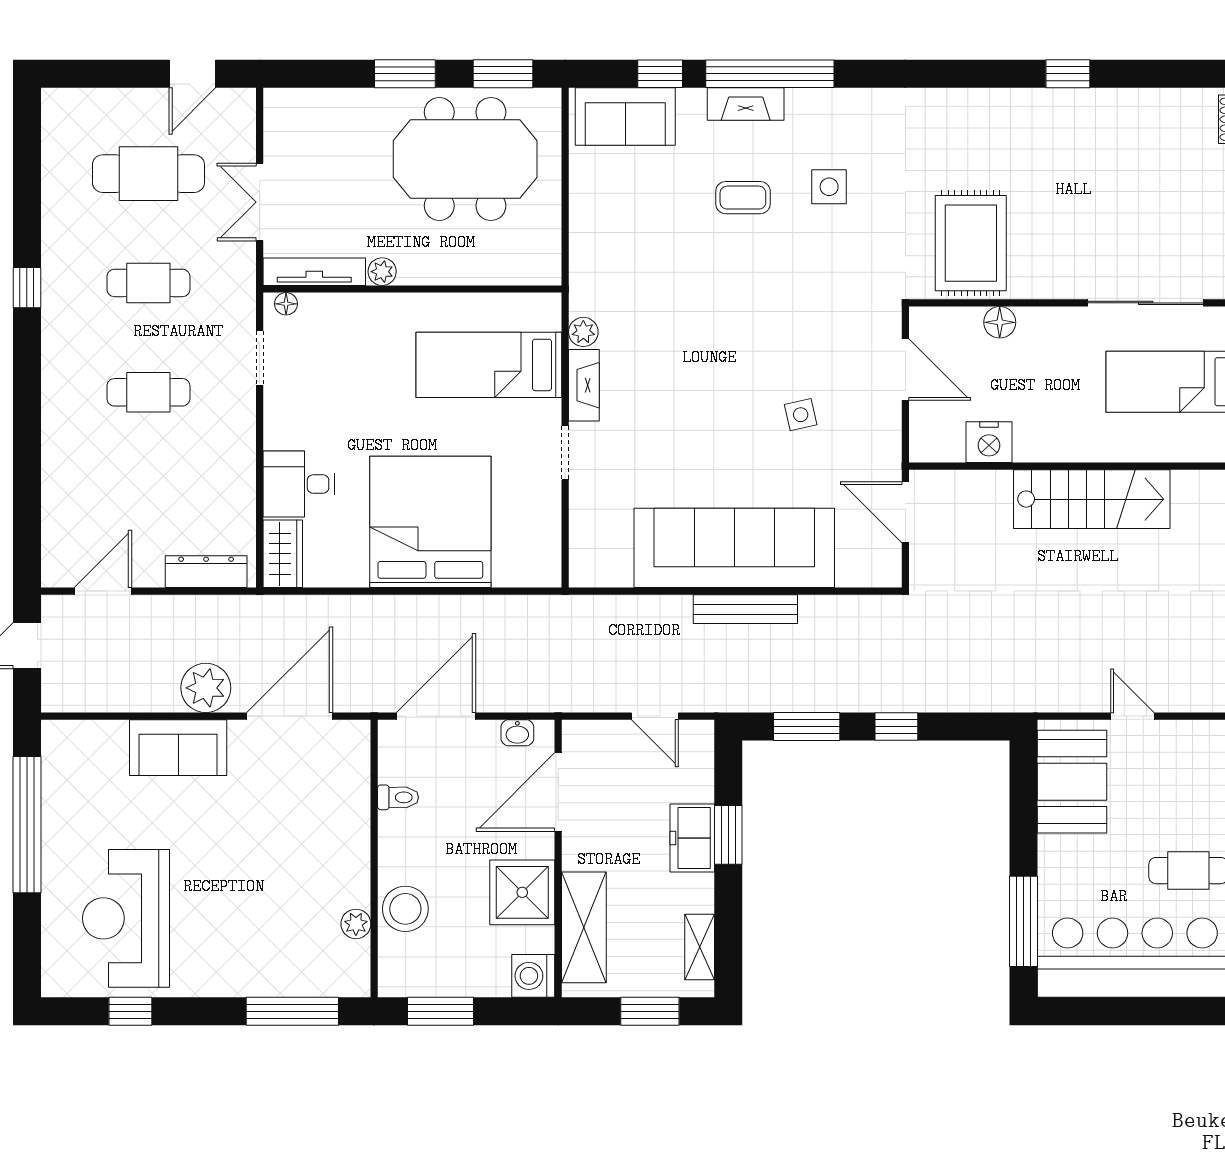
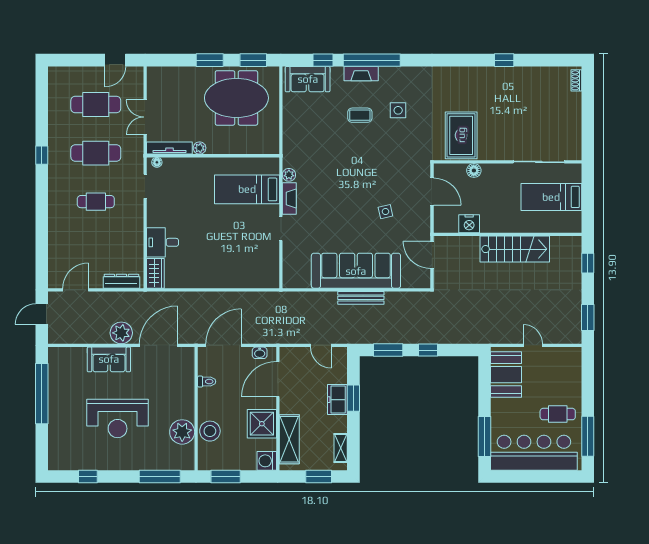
cafe table: (148, 283) -> (96, 153), width x1.37, depth x1.35
bed: (430, 522) -> (221, 259), removed
reception desk: (126, 918) -> (118, 418), moved, turned -90
plant: (356, 924) -> (182, 432), width x1.88, depth x1.88

